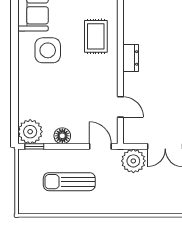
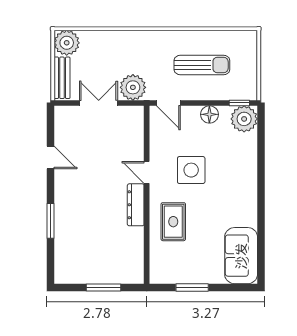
side table: (48, 50) -> (191, 170), moved
dresser: (131, 58) -> (136, 205), width x1.44
door: (120, 107) -> (147, 172), moved

